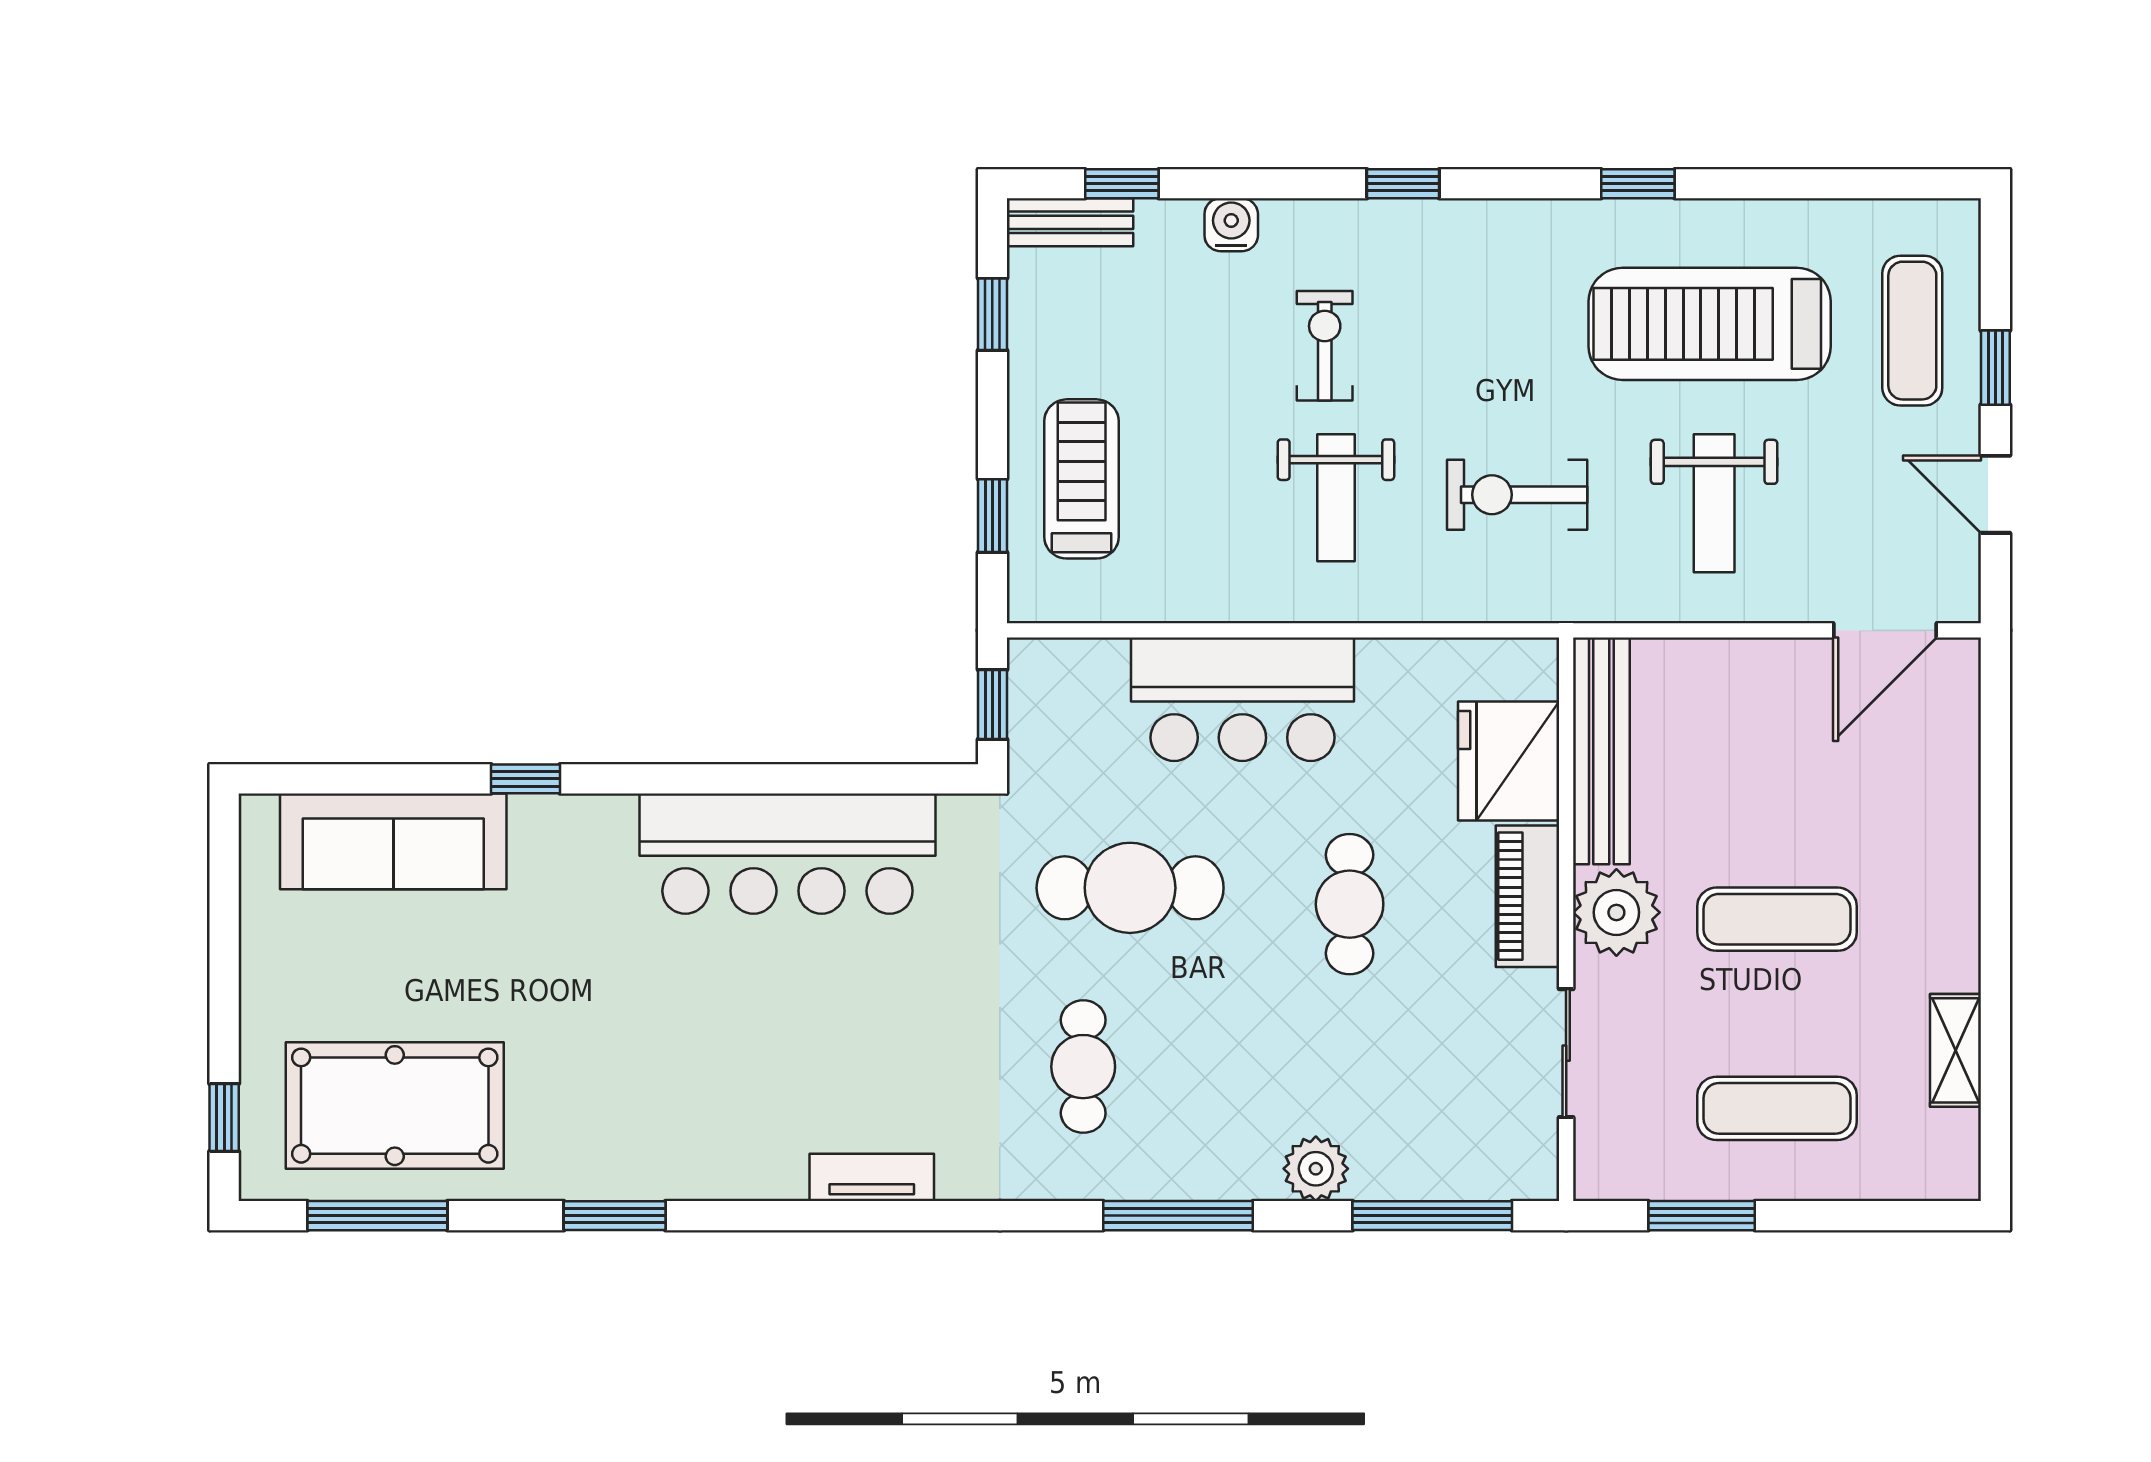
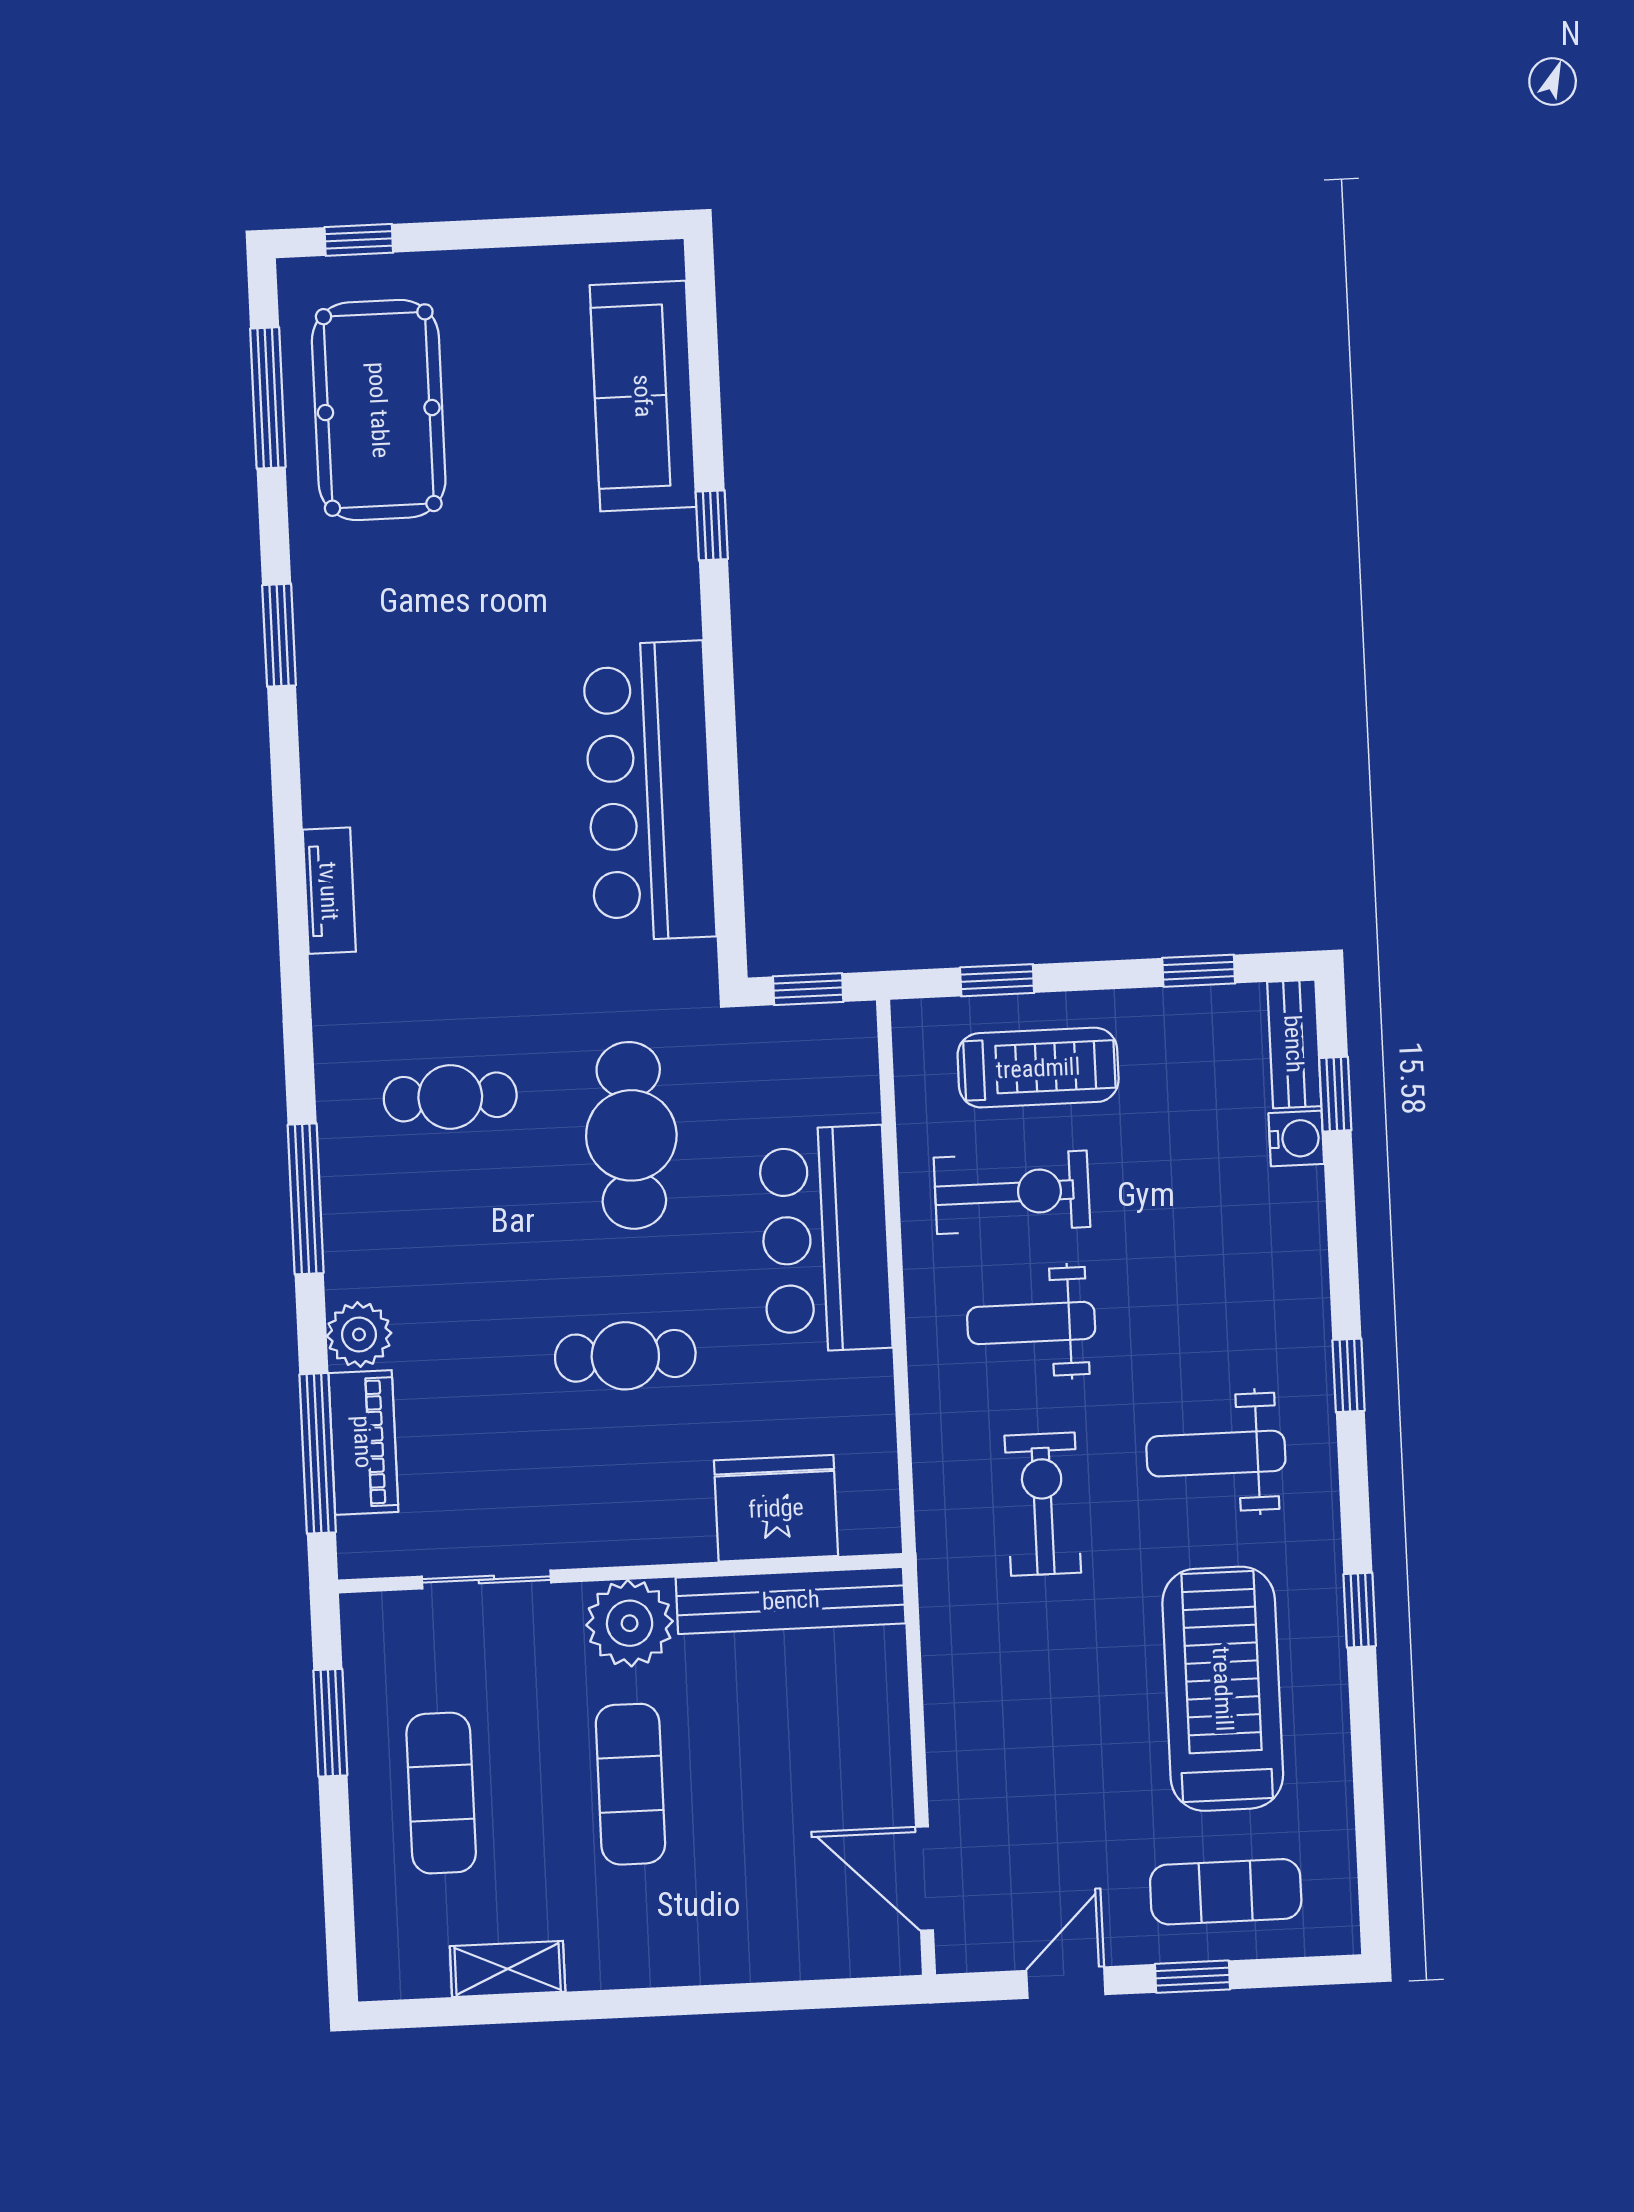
water cooler: (1231, 225) -> (1296, 1138), moved
exercise bike: (1325, 346) -> (1012, 1192), moved, width x1.38, depth x1.39
weight bench: (1714, 503) -> (1216, 1454), moved
piano: (1528, 896) -> (363, 1442), moved, turned 90

